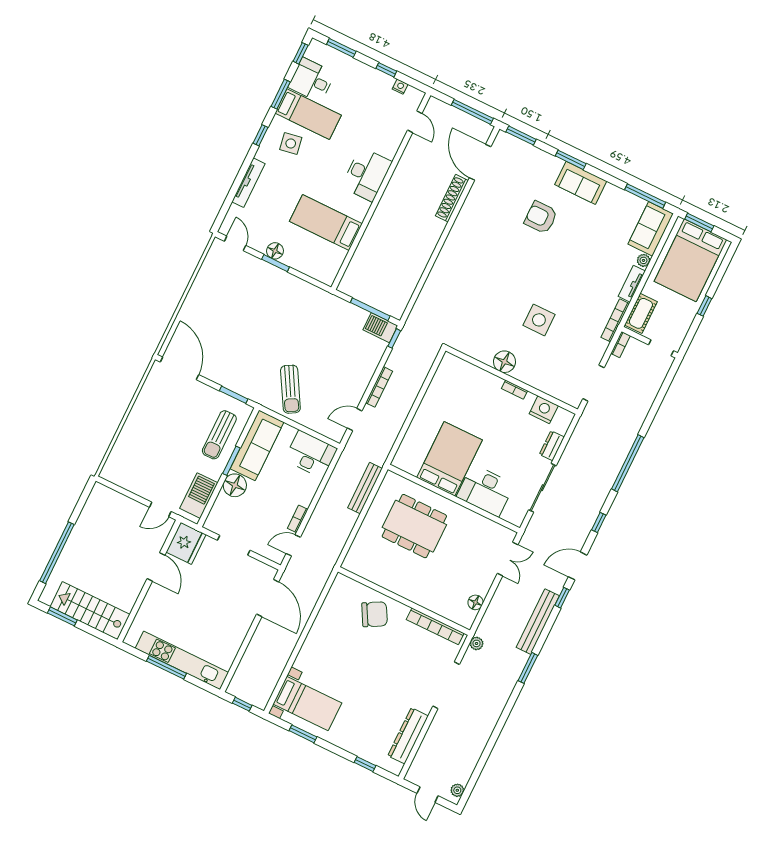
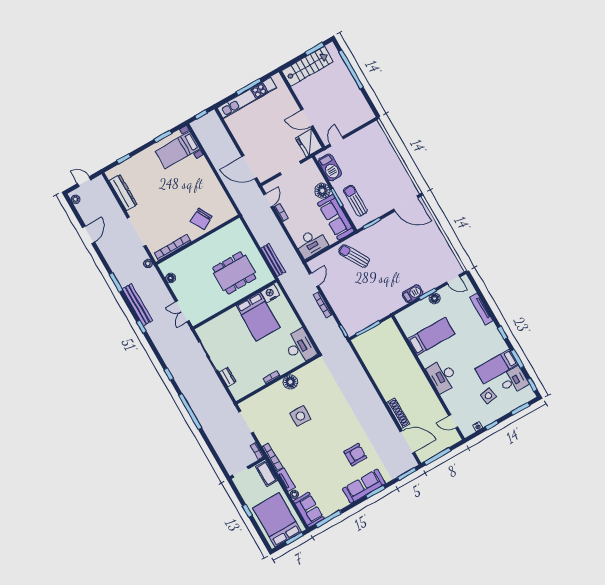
side table: (291, 143) -> (488, 396), moved
sofa: (581, 183) -> (364, 486), width x1.36
barbecue: (380, 328) -> (413, 294), moved
nightstand: (544, 410) -> (270, 294), moved, turned 180
desk: (485, 491) -> (300, 347), moved, turned 90
door: (578, 566) -> (89, 235), moved

